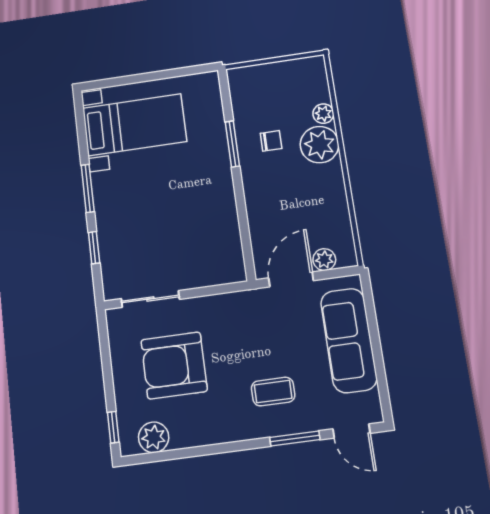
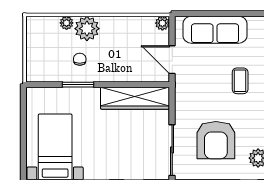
wardrobe: (223, 231) -> (135, 98), added
plant: (324, 260) -> (162, 23), moved
sliding door: (150, 299) -> (172, 150), width x1.37

